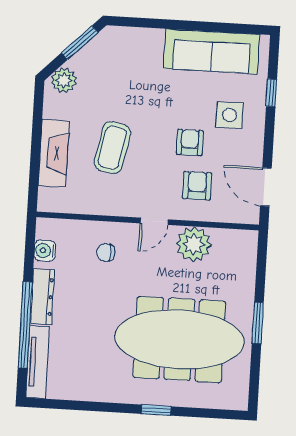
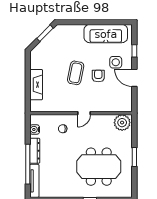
plant: (64, 80) -> (39, 51), removed
coffee table: (112, 148) -> (76, 73), moved
armchair: (197, 186) -> (103, 96), removed
door: (266, 187) -> (134, 78), moved
plant: (194, 244) -> (122, 123), moved
meeting table: (179, 339) -> (99, 167), width x0.73

